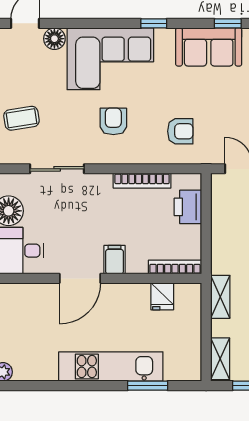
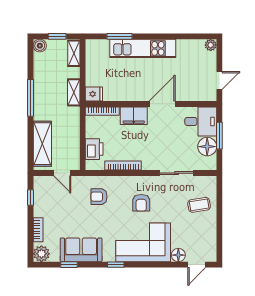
filing cabinet: (115, 260) -> (134, 116), width x2.00
fridge: (162, 296) -> (94, 94), moved, turned 90

